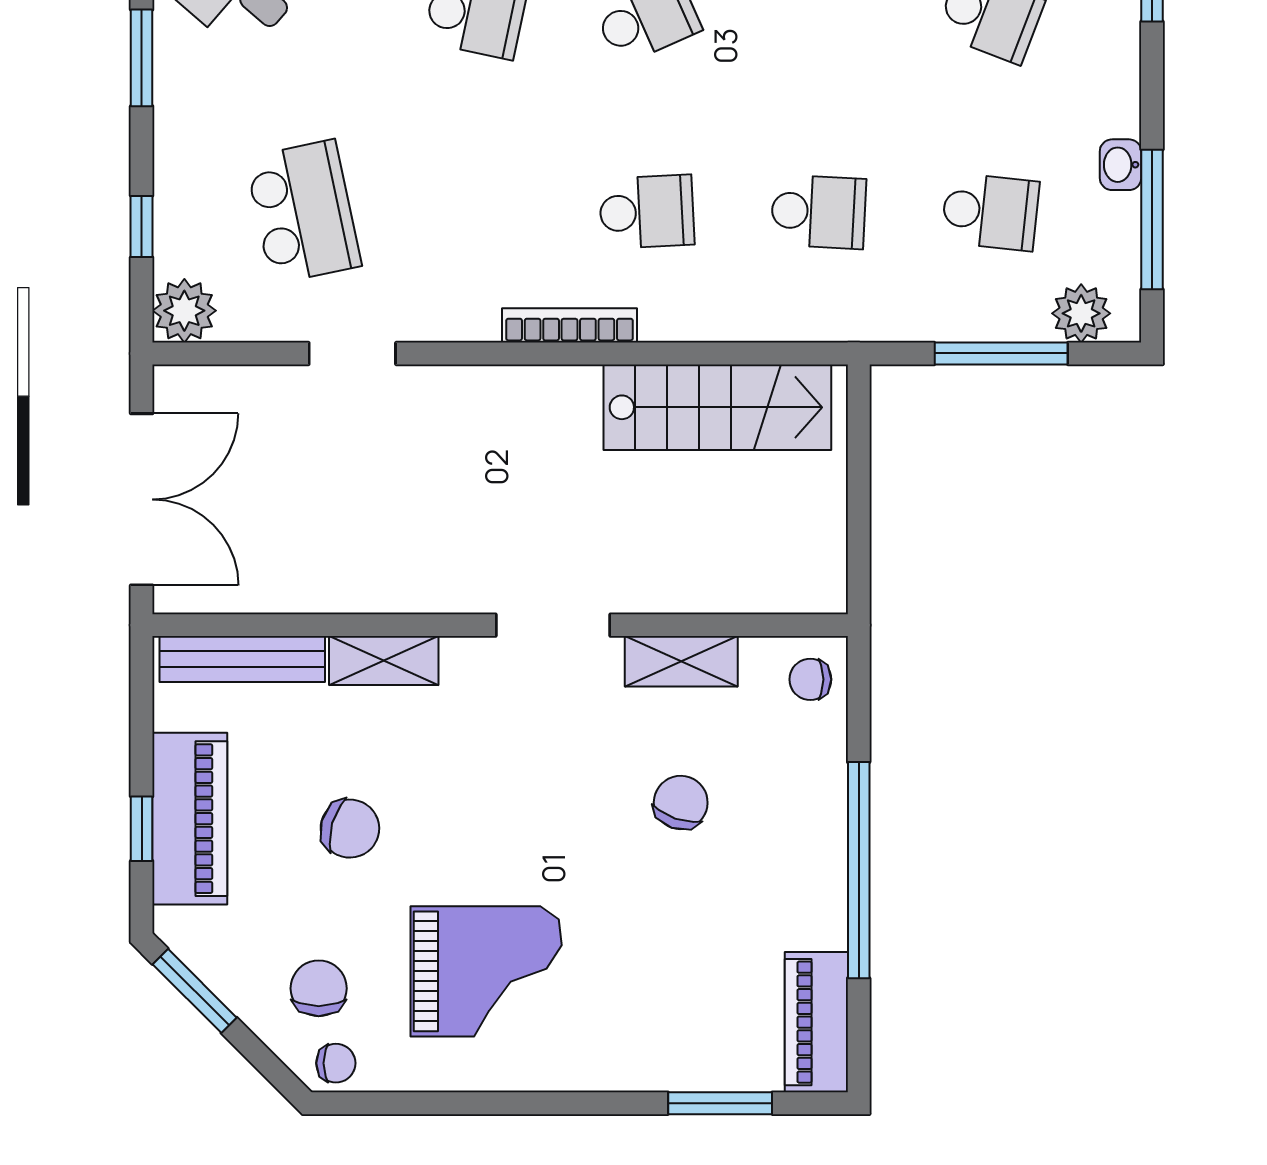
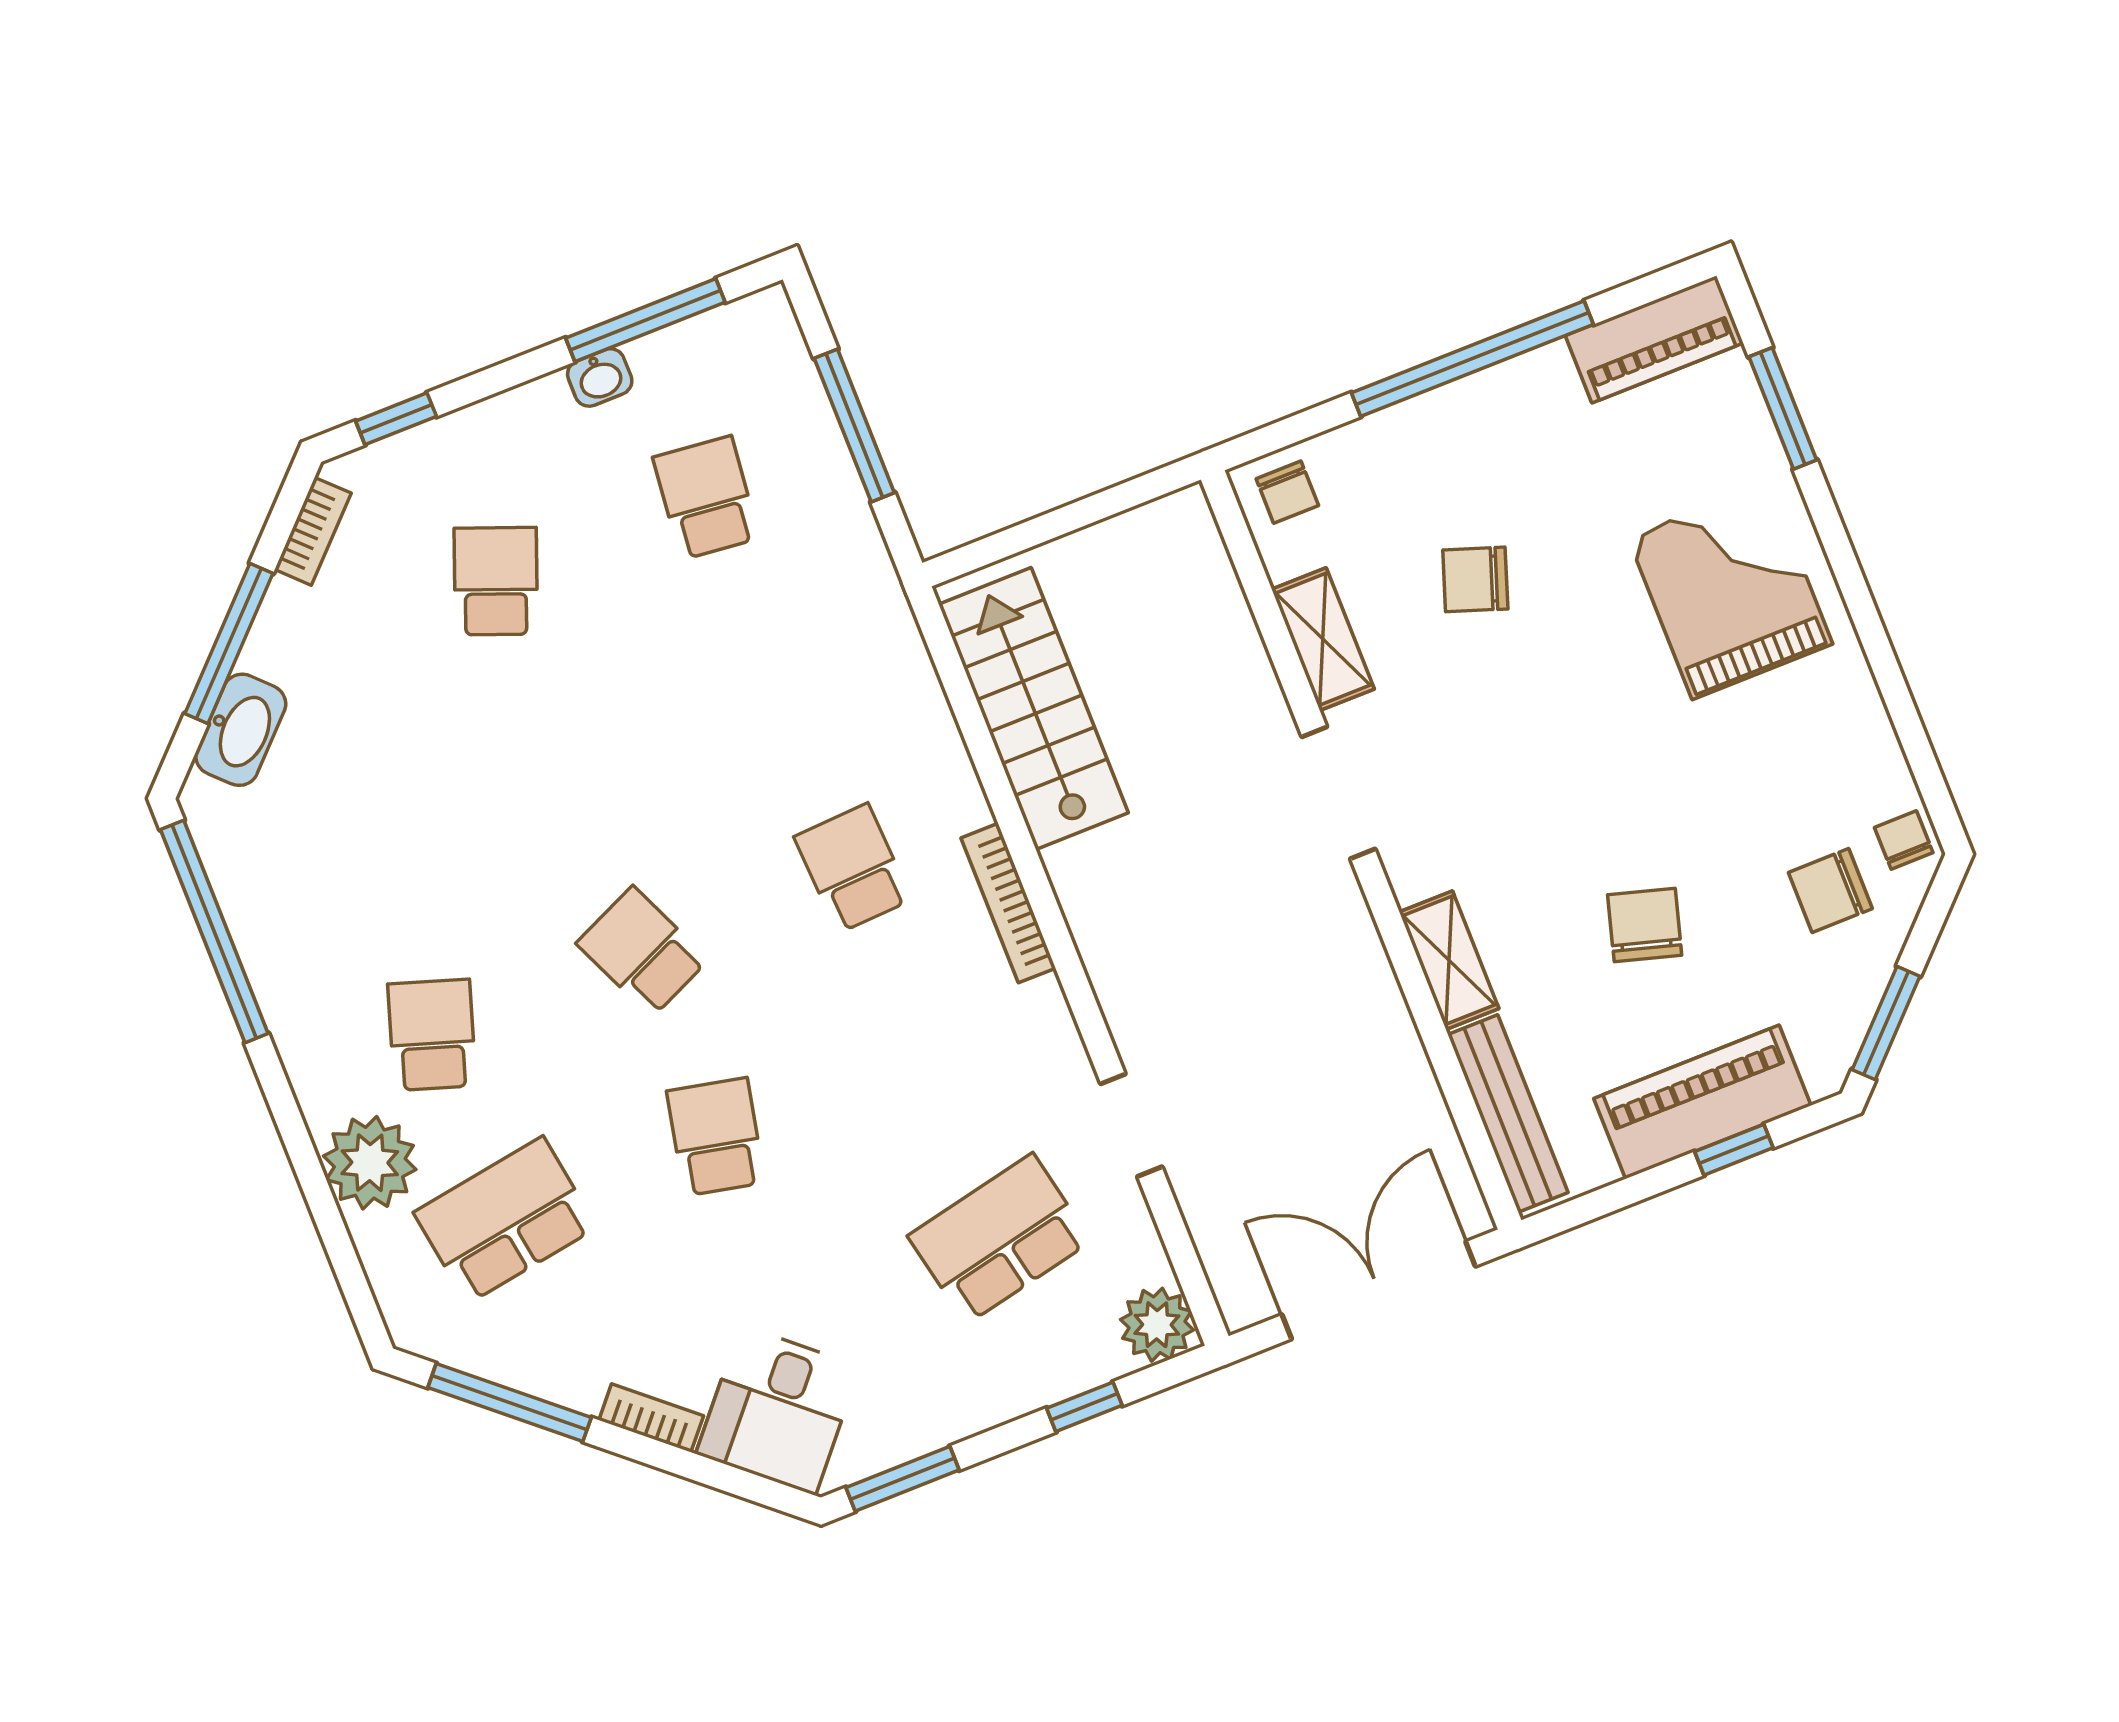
school desk: (818, 212) -> (780, 683), removed
plant: (1081, 313) -> (777, 356), removed
grand piano: (486, 971) -> (1730, 591), moved

